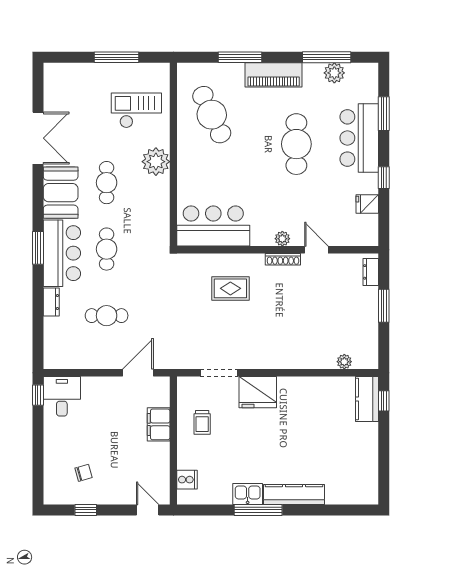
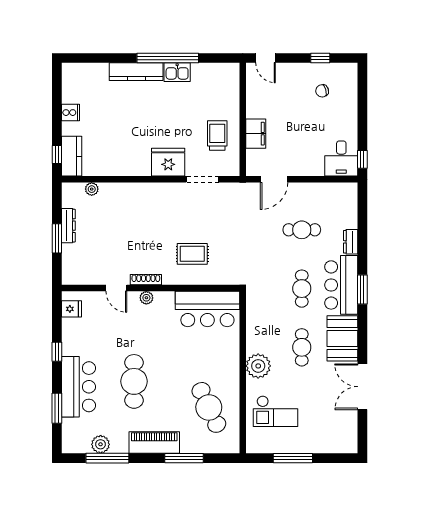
fridge: (367, 204) -> (71, 309), moved
dresser: (371, 272) -> (68, 226), moved, width x1.44
trolley: (202, 422) -> (217, 135), width x1.36, depth x1.39
cooker: (187, 480) -> (70, 113), moved, turned 180
window: (258, 510) -> (168, 58), width x1.46

